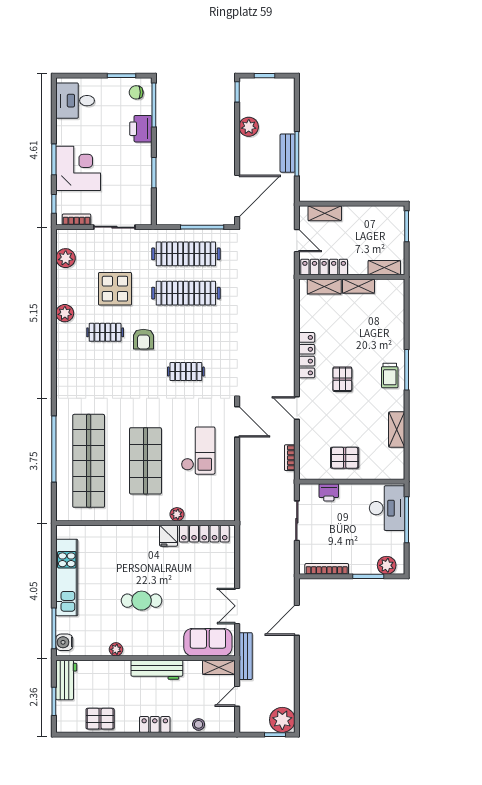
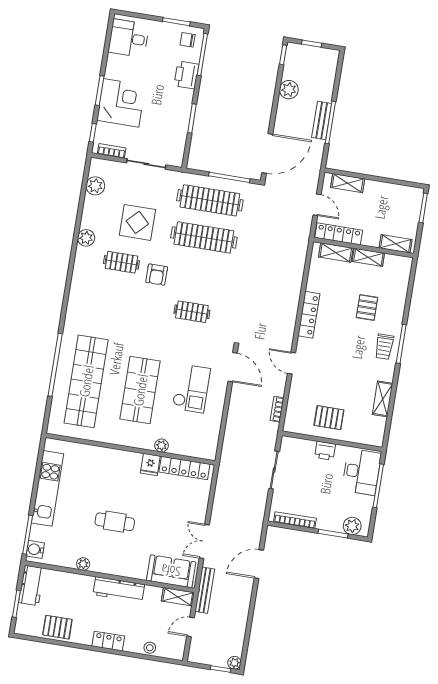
pallet: (342, 379) -> (367, 307), moved
printer: (329, 492) -> (325, 451), moved
plant: (282, 720) -> (234, 663), width x0.53, depth x0.53

